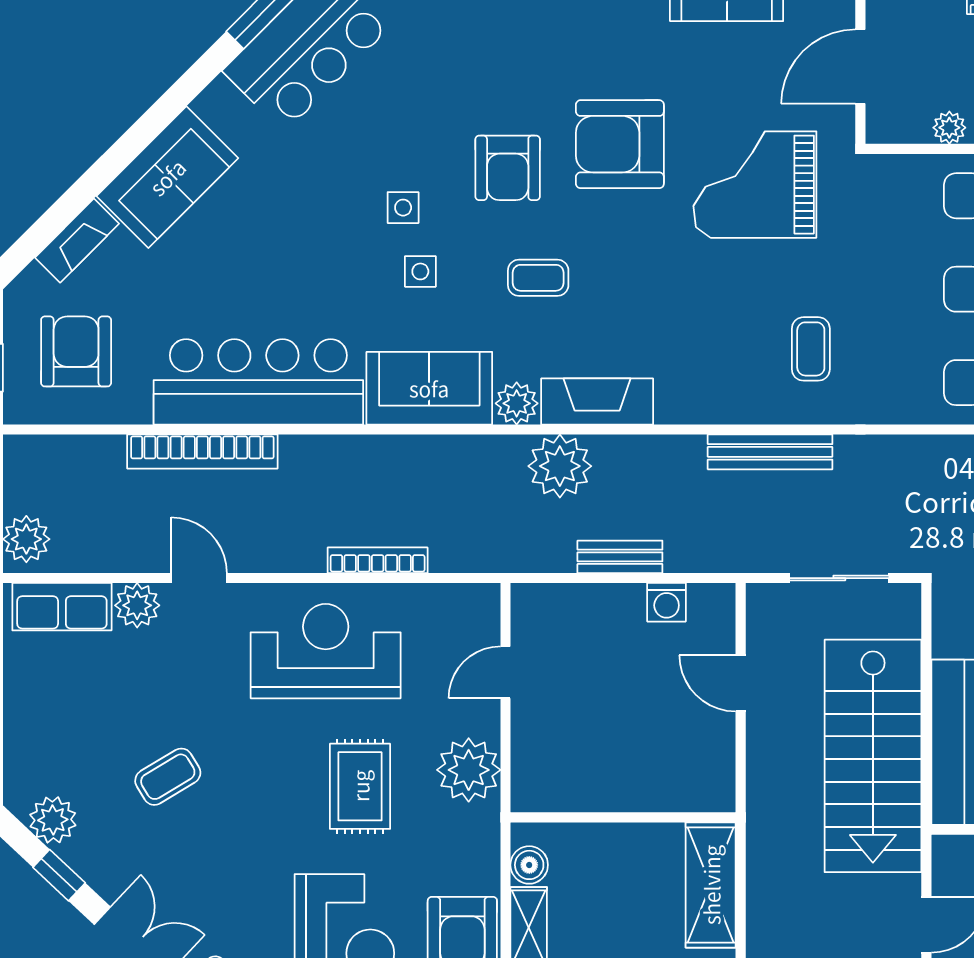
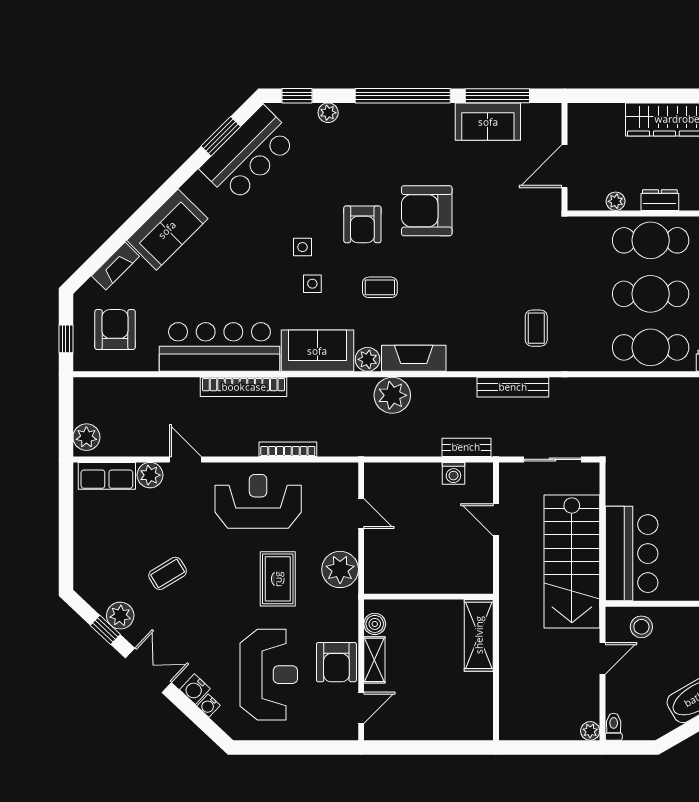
grand piano: (755, 185) -> (504, 234), removed
bookcase: (202, 452) -> (244, 387), moved
bench: (620, 557) -> (466, 447), moved
door: (505, 672) -> (361, 514), swing flipped
plant: (53, 820) -> (120, 616), moved

